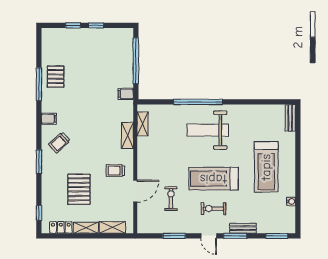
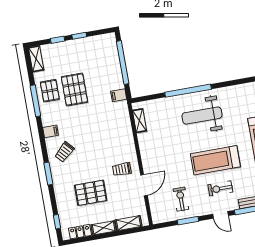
pallet: (81, 80) -> (74, 89), added
shelving: (127, 135) -> (36, 59), moved
pallet: (79, 189) -> (91, 193), turned 90
exercise bike: (171, 198) -> (181, 199), moved

